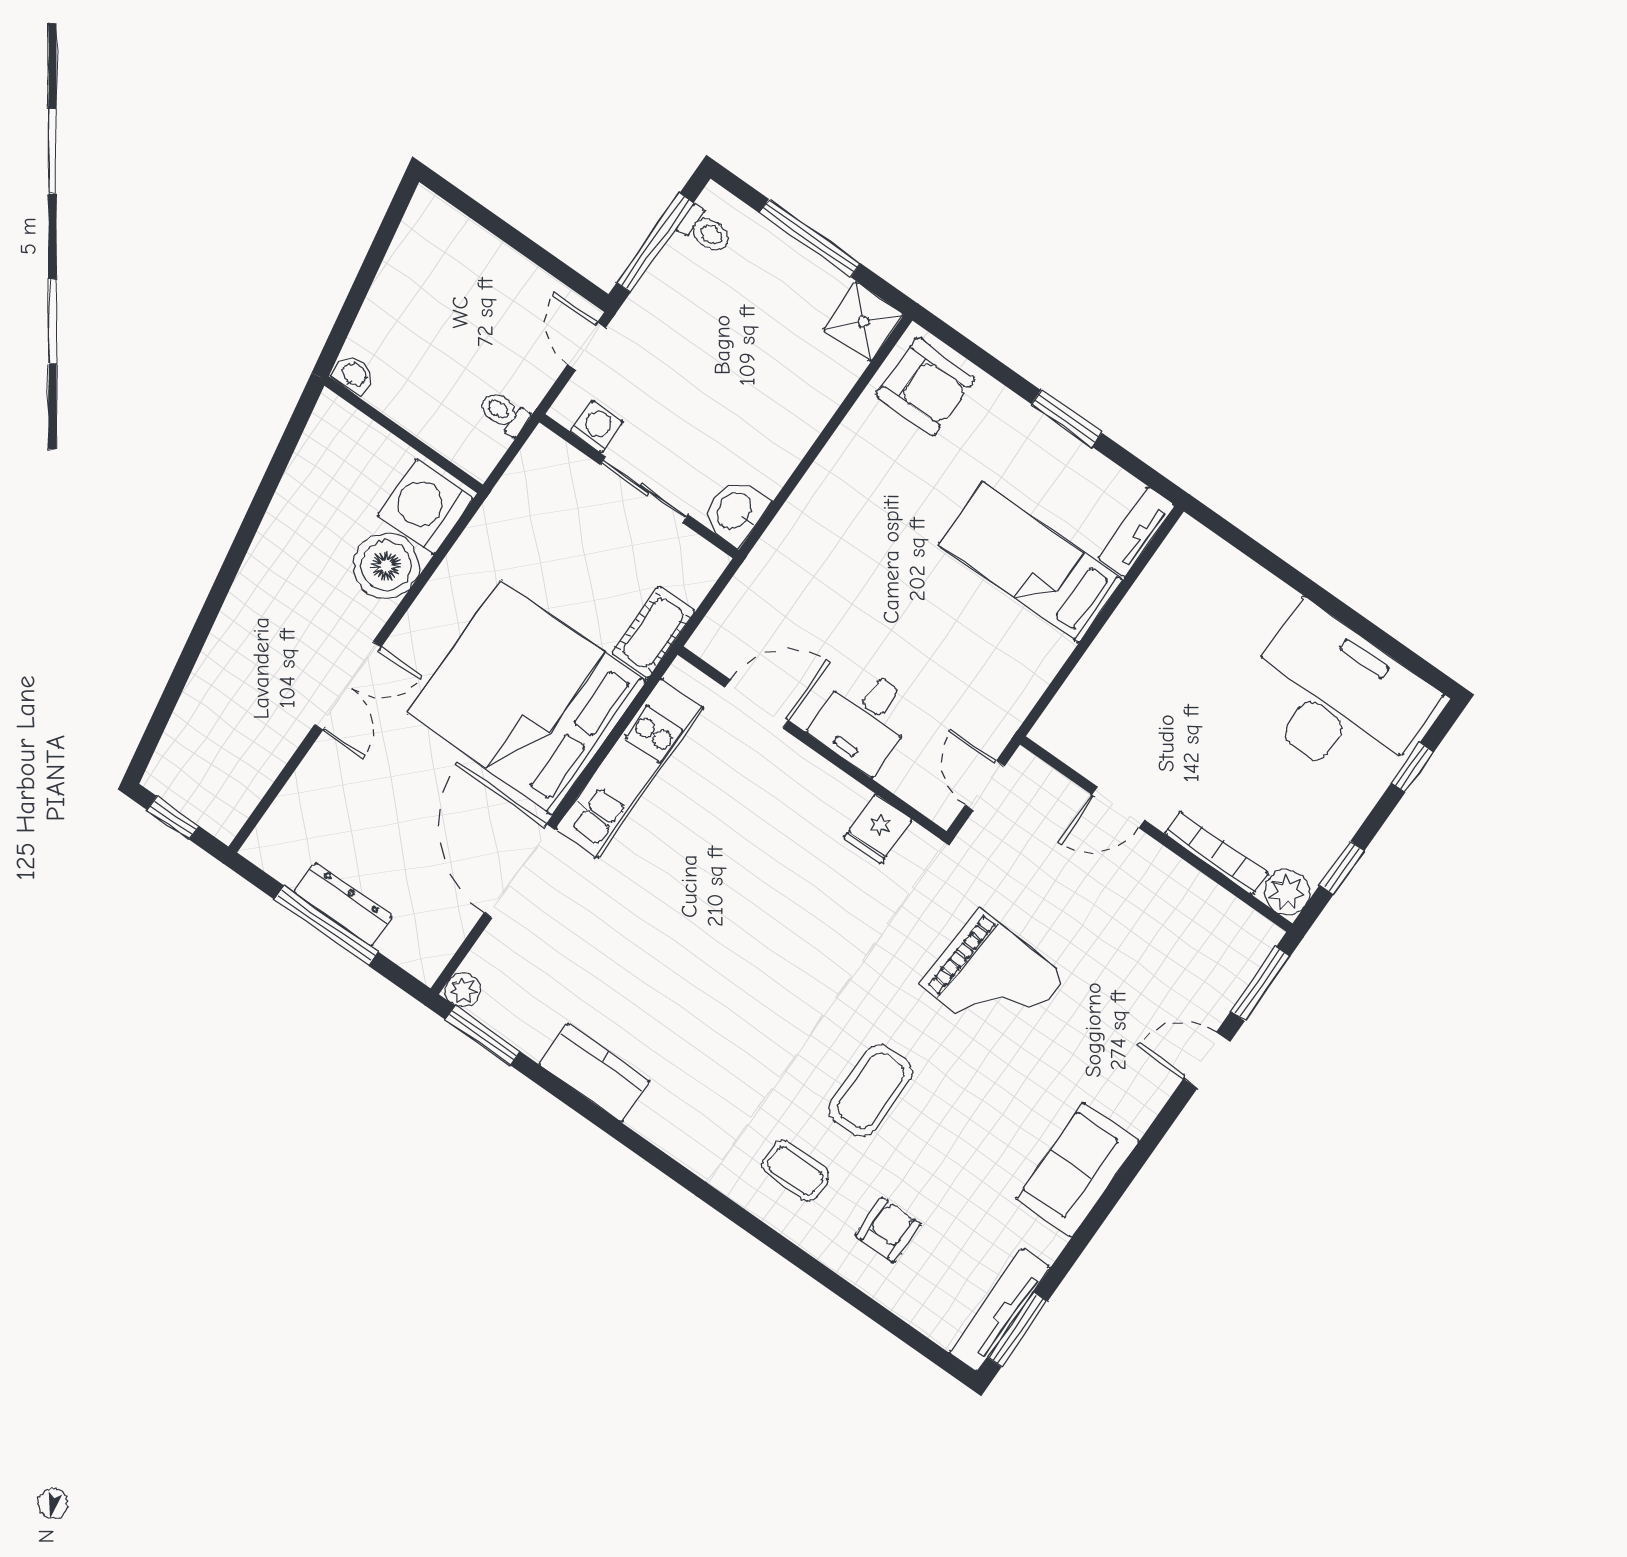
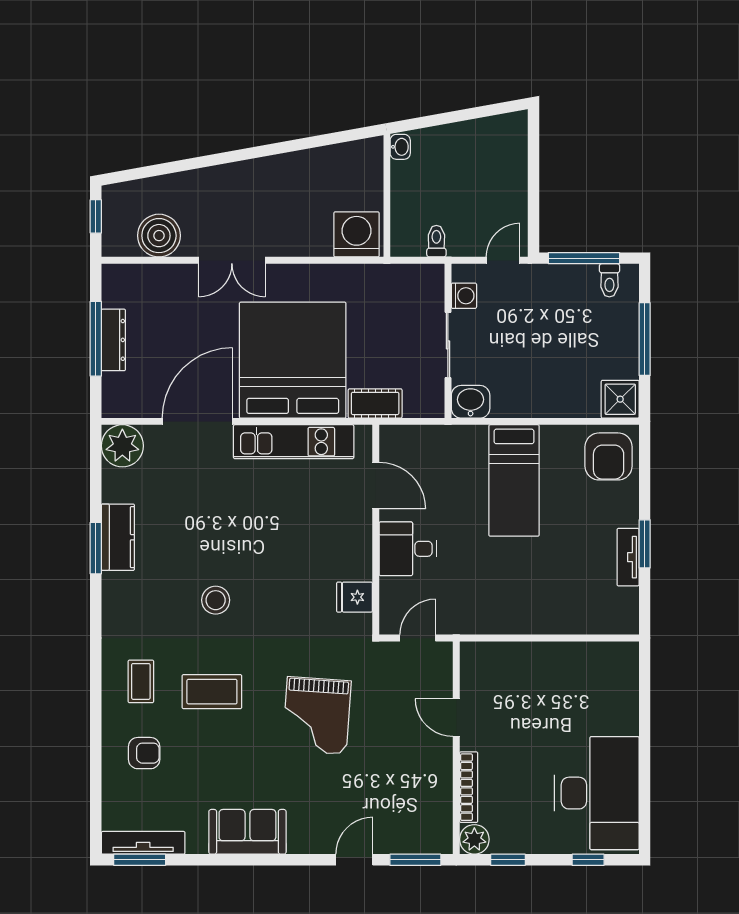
tv unit: (1136, 532) -> (628, 557), moved, turned -90
bed: (1031, 563) -> (514, 480), moved, turned 180
boiler: (386, 566) -> (159, 236), moved
plant: (463, 990) -> (122, 446), width x1.87, depth x1.87
stool: (759, 1006) -> (216, 600), added
window: (483, 1035) -> (96, 548), moved
door: (1207, 1060) -> (354, 860), hinge flipped

